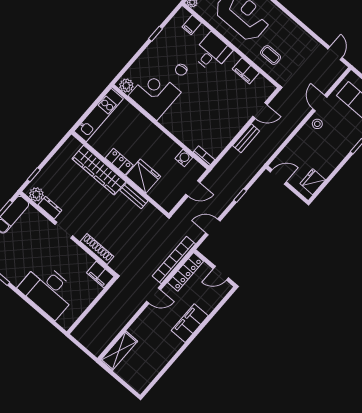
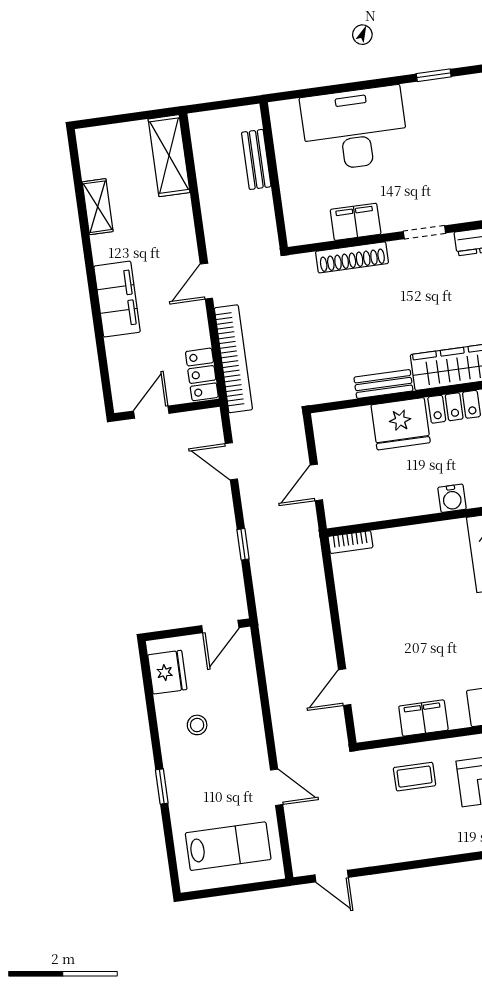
stool: (317, 124) -> (197, 725), moved
bench: (246, 138) -> (256, 159), moved
water cooler: (184, 158) -> (452, 498), moved
door: (213, 227) -> (231, 461), swing flipped
locker: (186, 272) -> (202, 374), width x0.66
filing cabinet: (100, 275) -> (356, 222), moved
shelving: (162, 361) -> (98, 207), added

